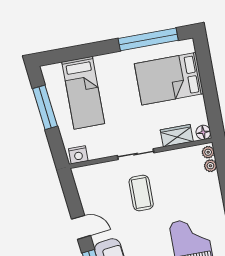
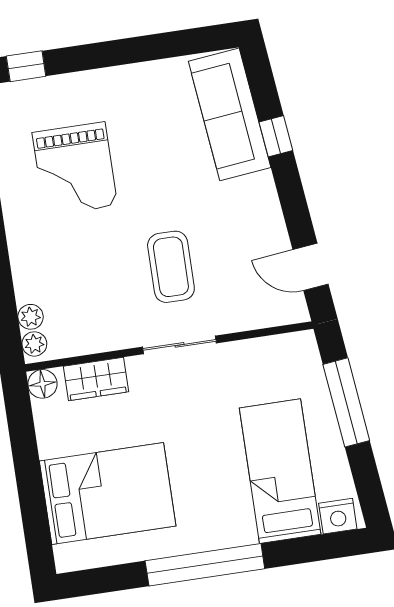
window: (148, 39) -> (205, 565), moved
window: (45, 107) -> (346, 402), moved
nightstand: (78, 155) -> (338, 516), moved, turned 180
door: (81, 227) -> (310, 267), moved

